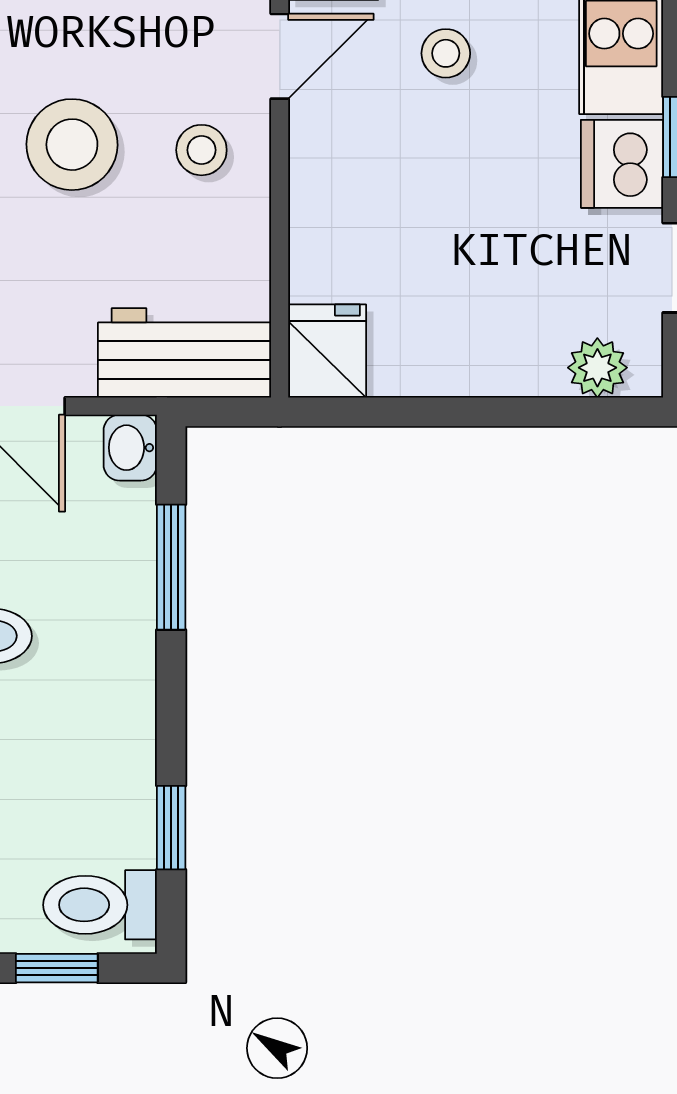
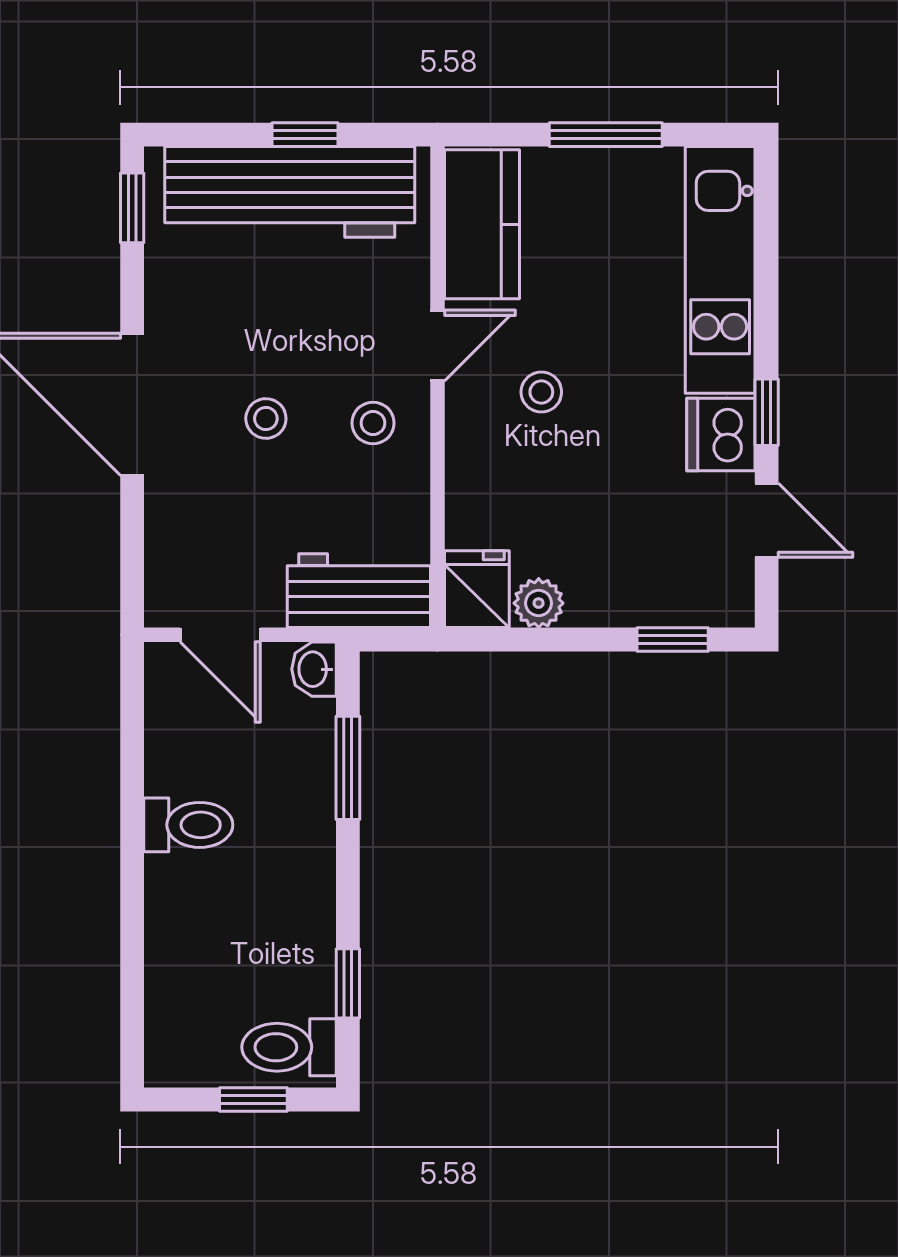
stool: (446, 53) -> (541, 392), moved
stool: (72, 145) -> (266, 418), width x0.53, depth x0.53
plant: (597, 368) -> (539, 603), moved
window: (564, 412) -> (673, 639), added

